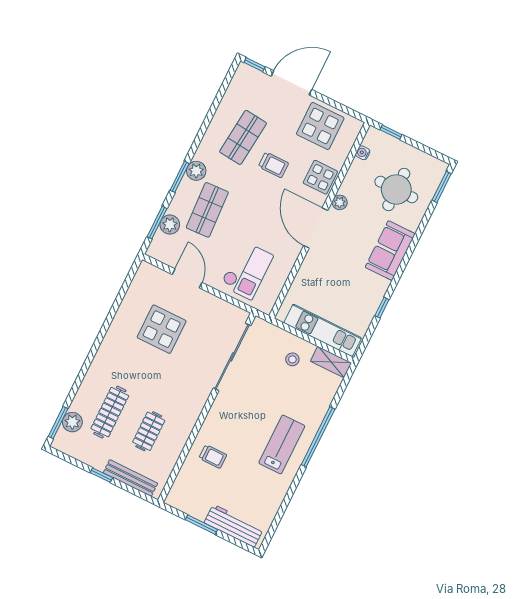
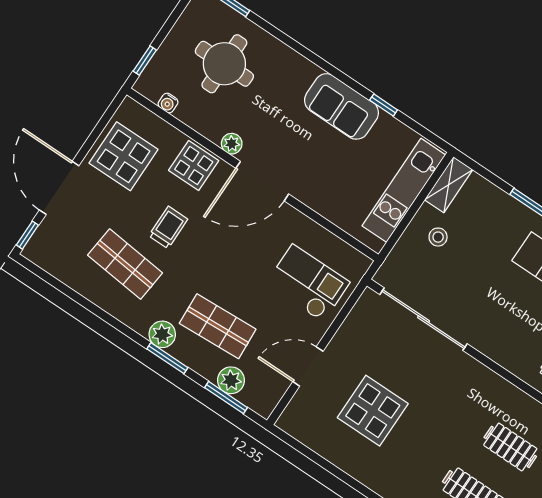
sofa: (390, 251) -> (342, 106), moved

